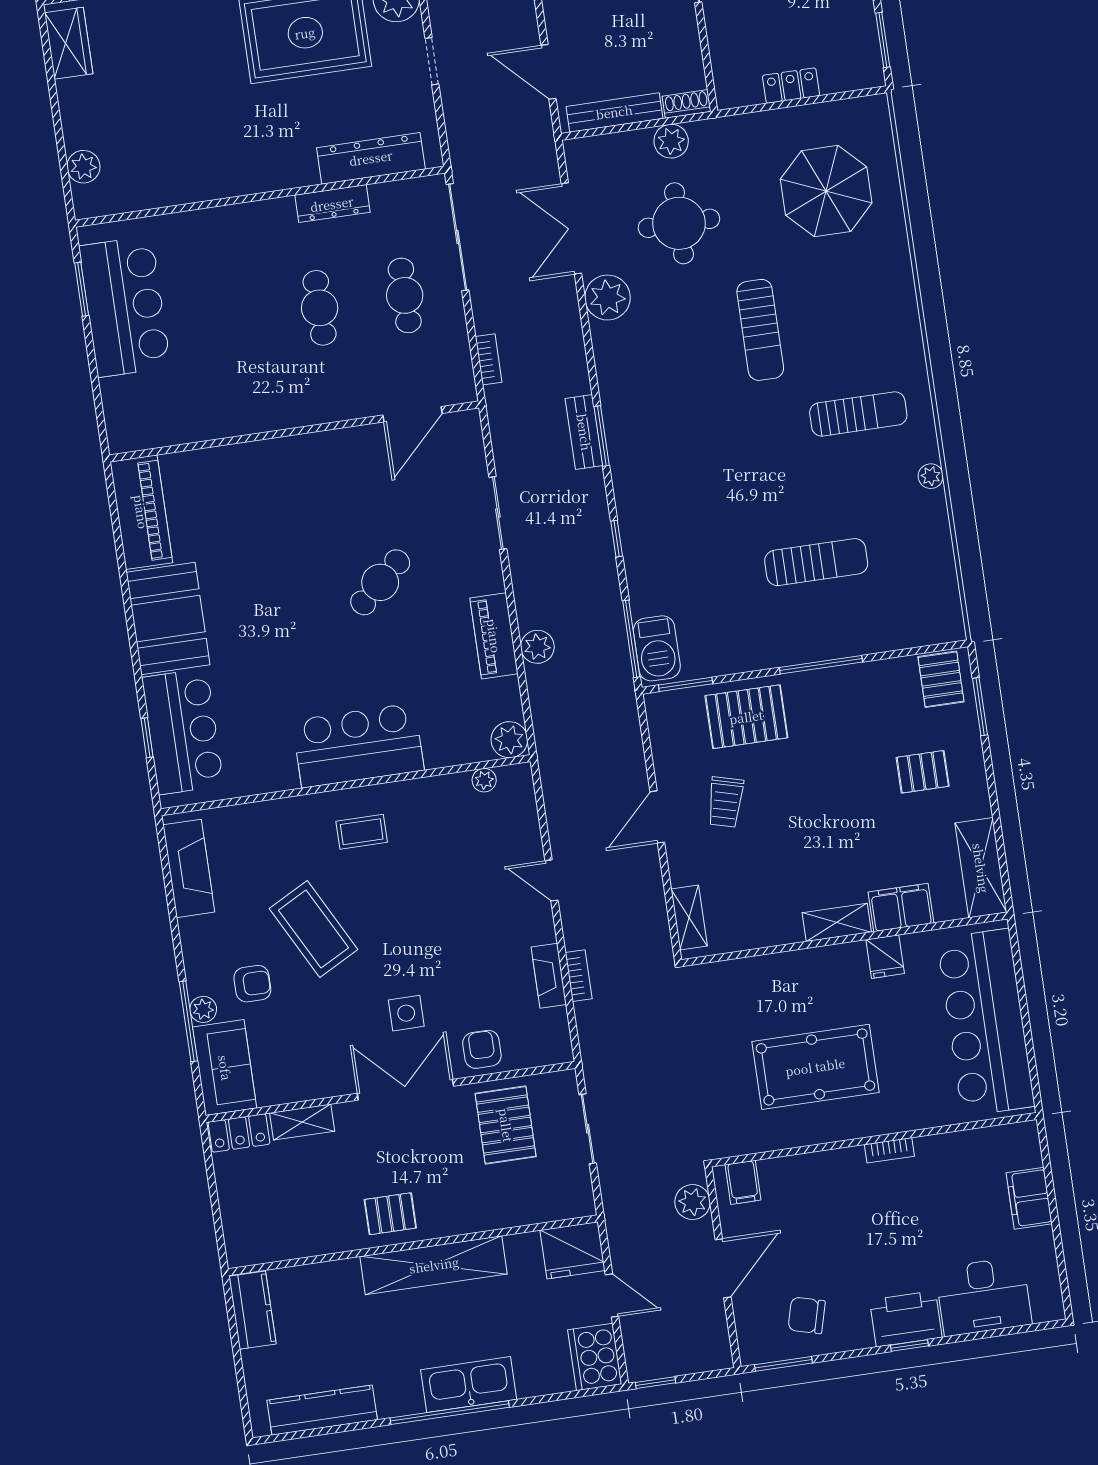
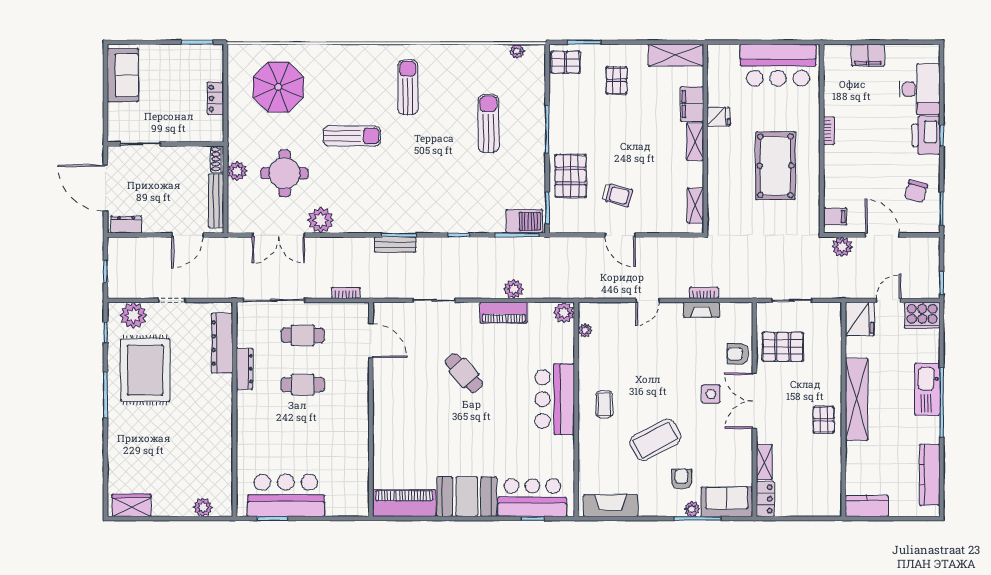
plant: (931, 476) -> (517, 51), moved
shelving: (689, 917) -> (696, 206), moved, turned 90
bar counter: (986, 1022) -> (778, 65), width x0.73

